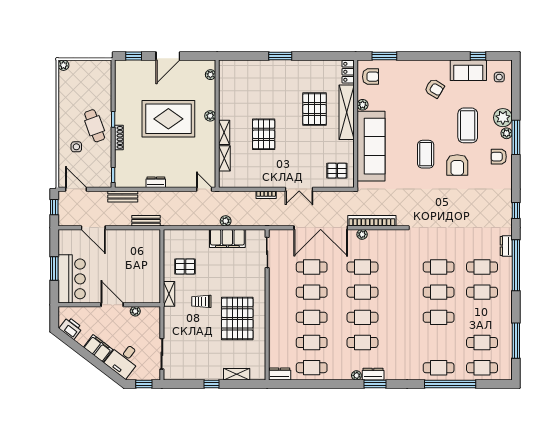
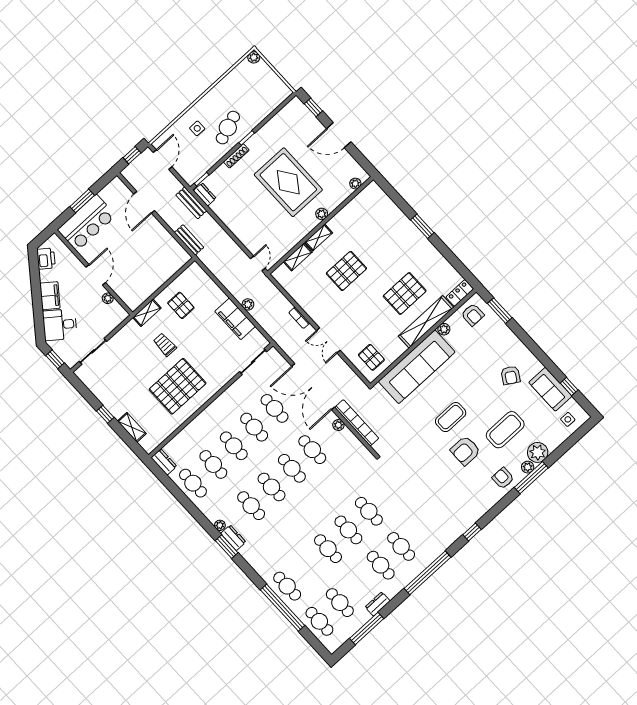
dresser: (156, 182) -> (205, 194), moved
dresser: (506, 246) -> (378, 604), moved

